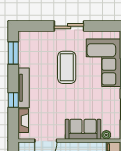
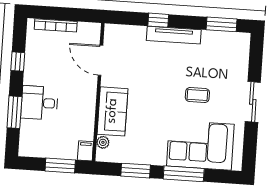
coffee table: (67, 67) -> (197, 95), width x0.54, depth x0.58
fireplace: (23, 121) -> (129, 32), removed

